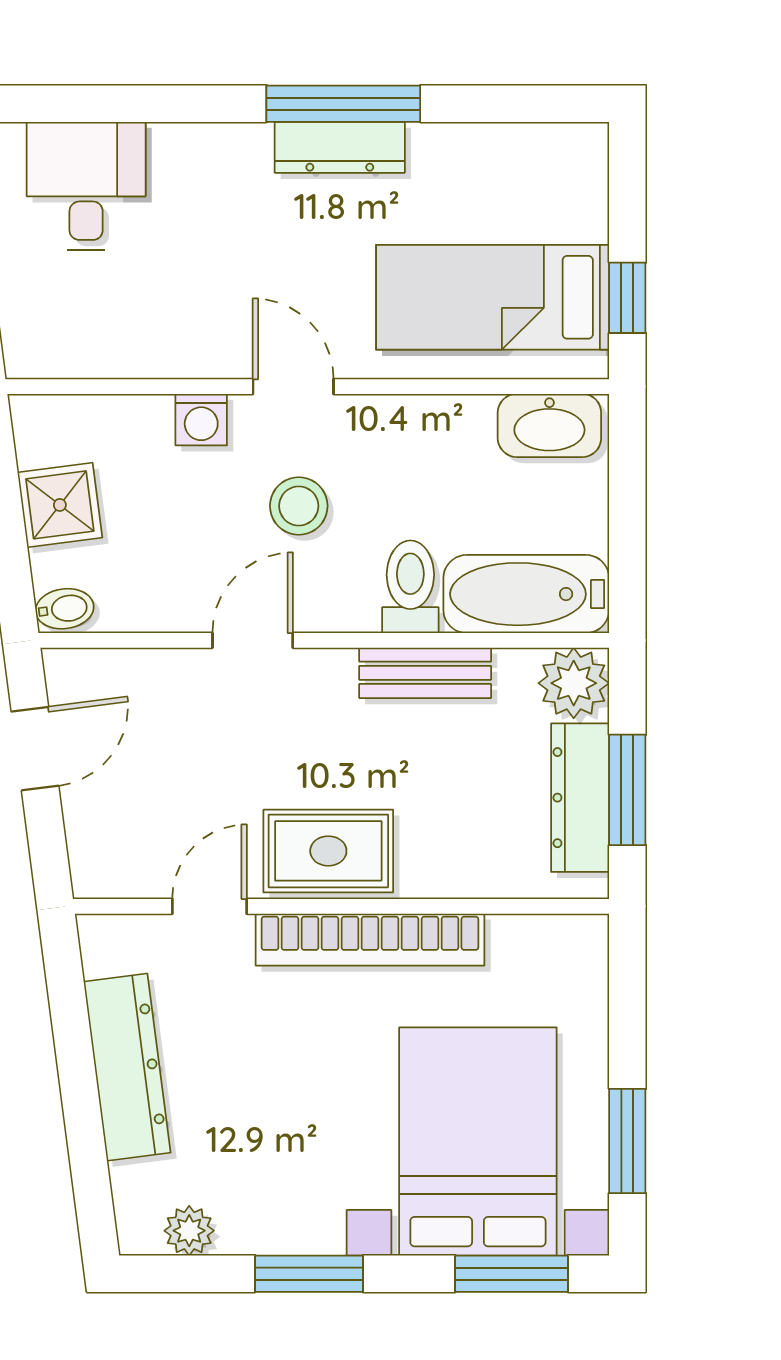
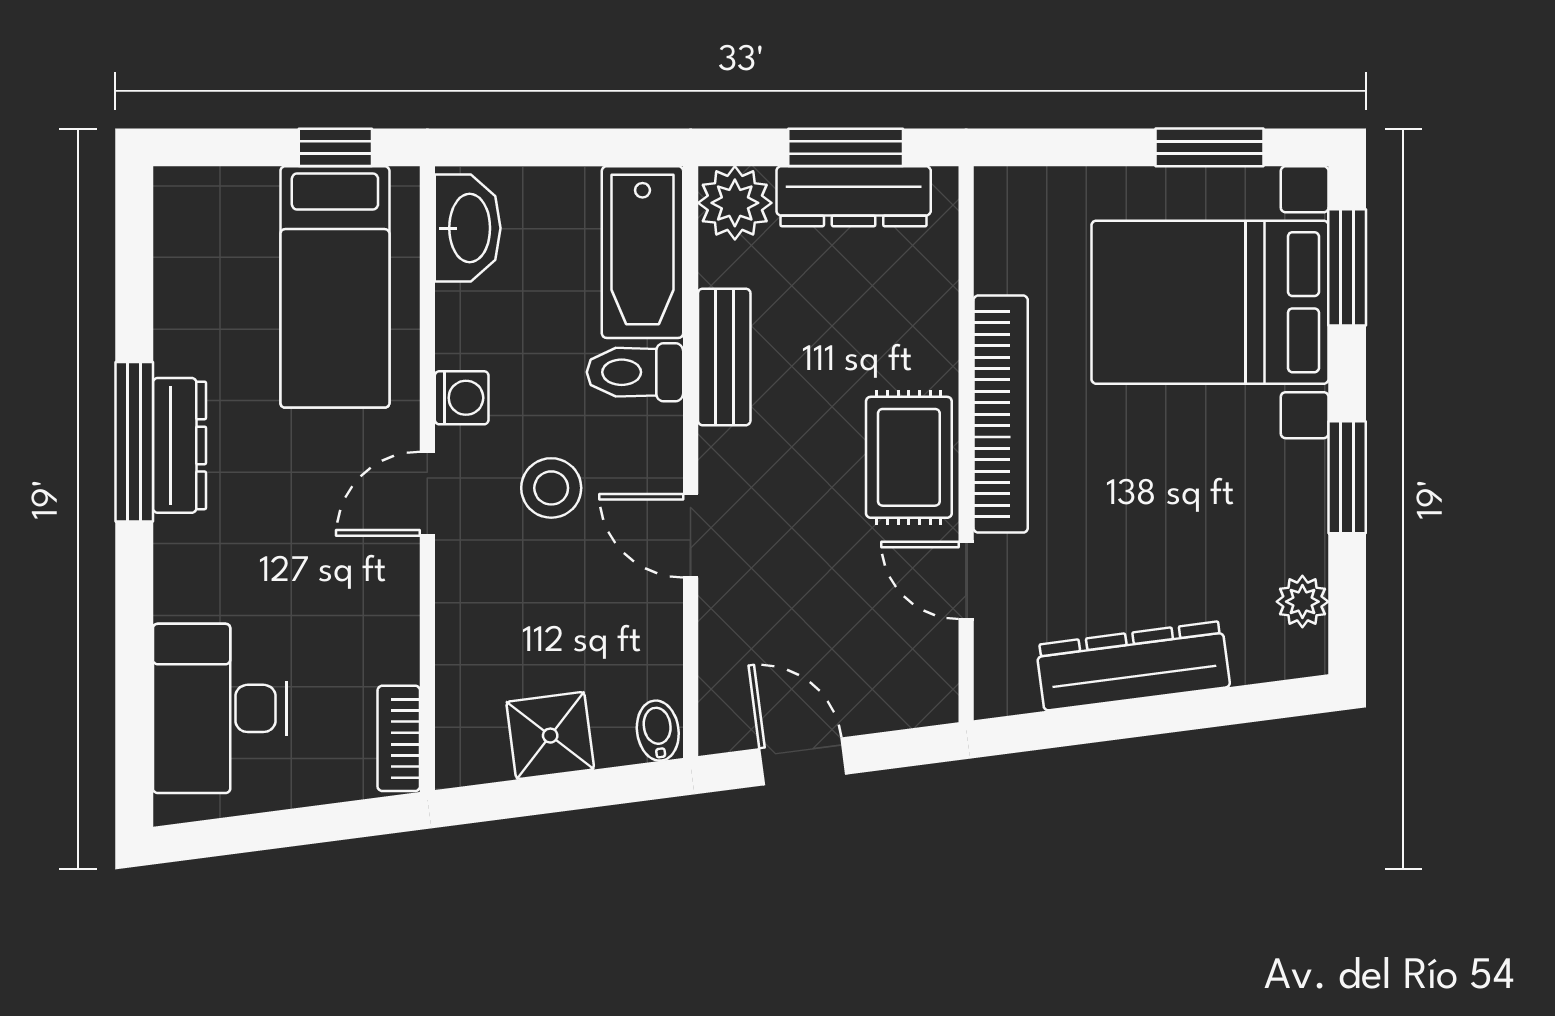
desk: (86, 186) -> (220, 708), width x1.37
bookcase: (57, 359) -> (399, 738), added
washing machine: (201, 420) -> (462, 398), moved

